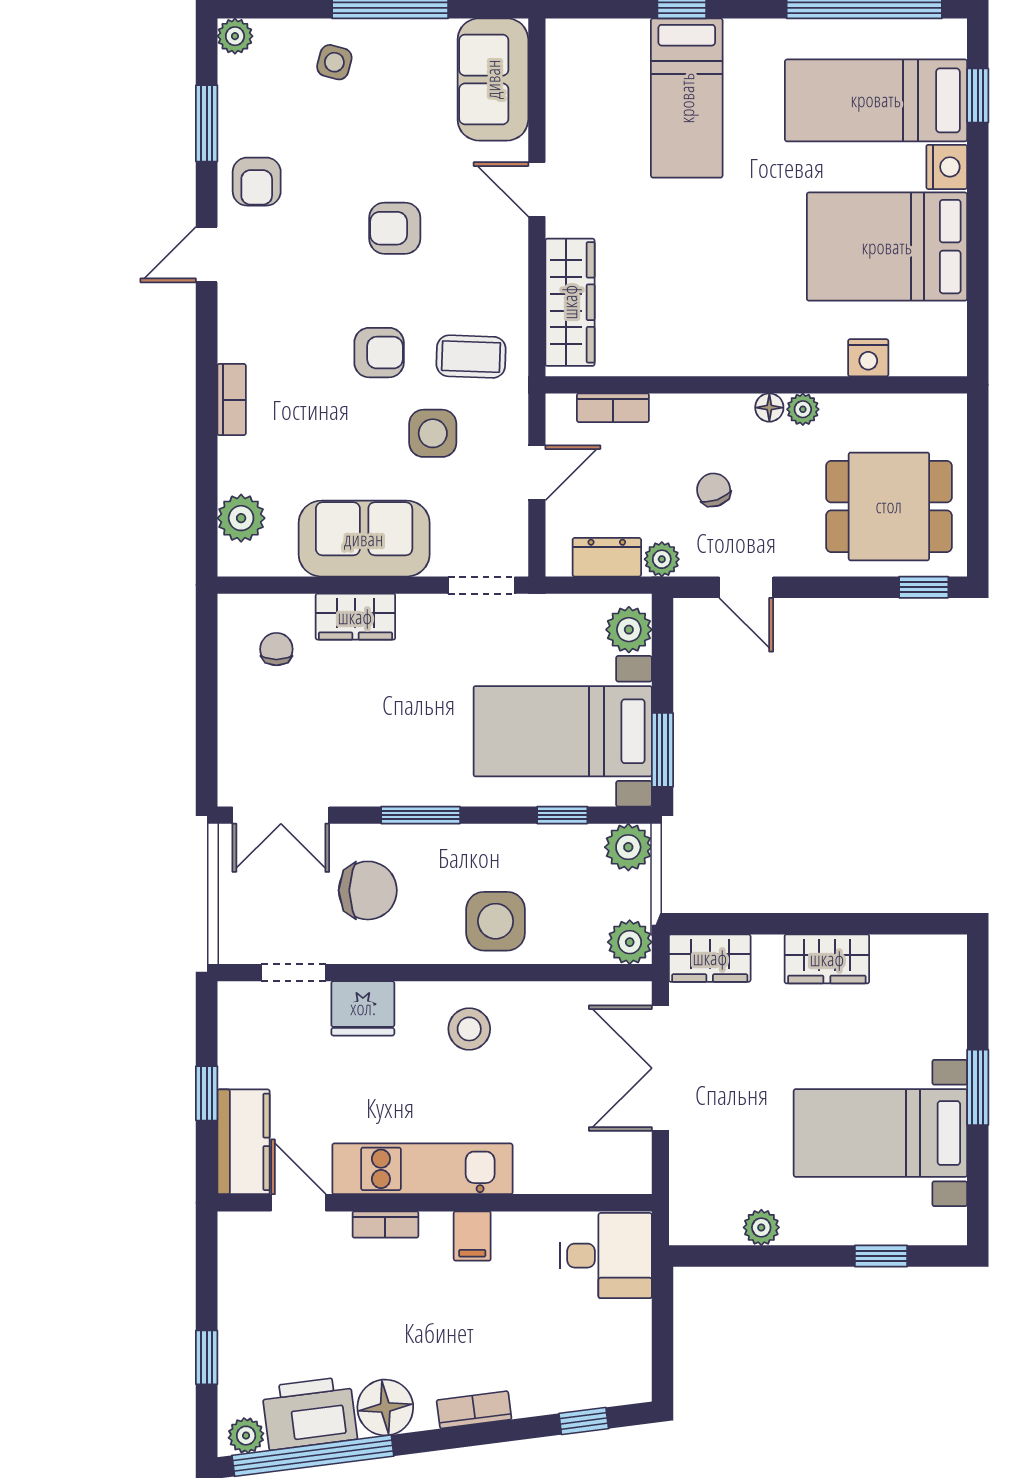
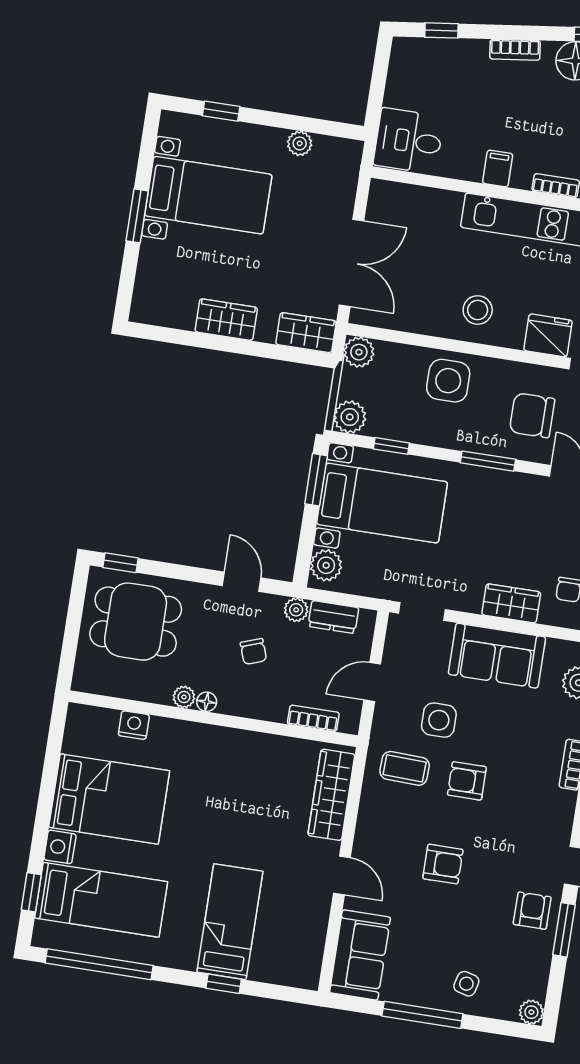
window: (207, 123) -> (564, 930), moved

